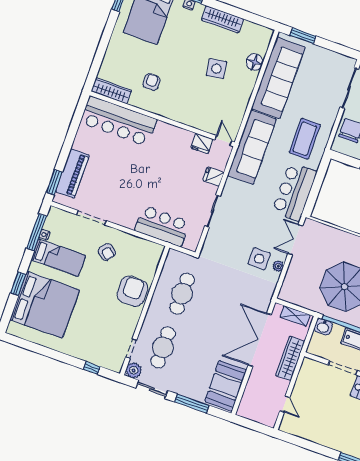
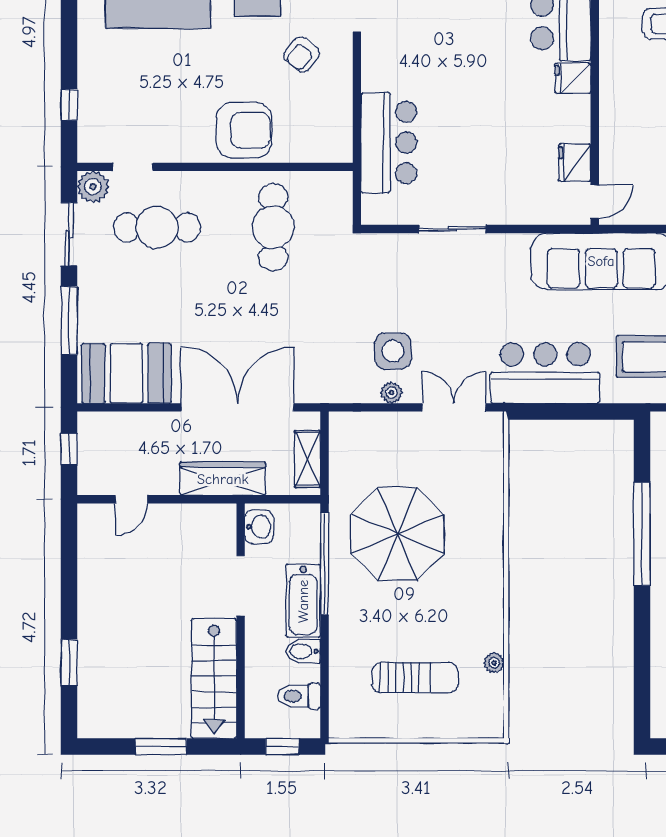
fridge: (213, 177) -> (573, 78), moved, turned -90
cafe table: (182, 294) -> (273, 227), turned 90
washbasin: (323, 327) -> (259, 527), moved, turned 180
window: (251, 425) -> (69, 449), added

